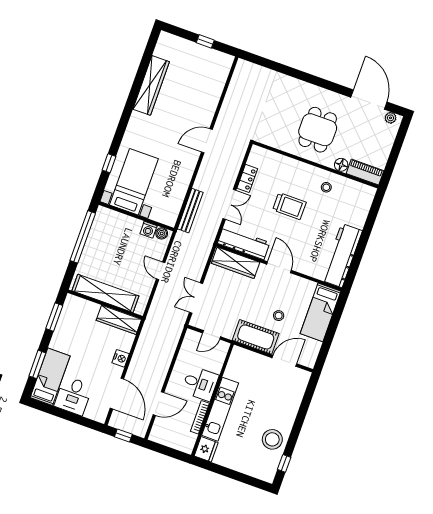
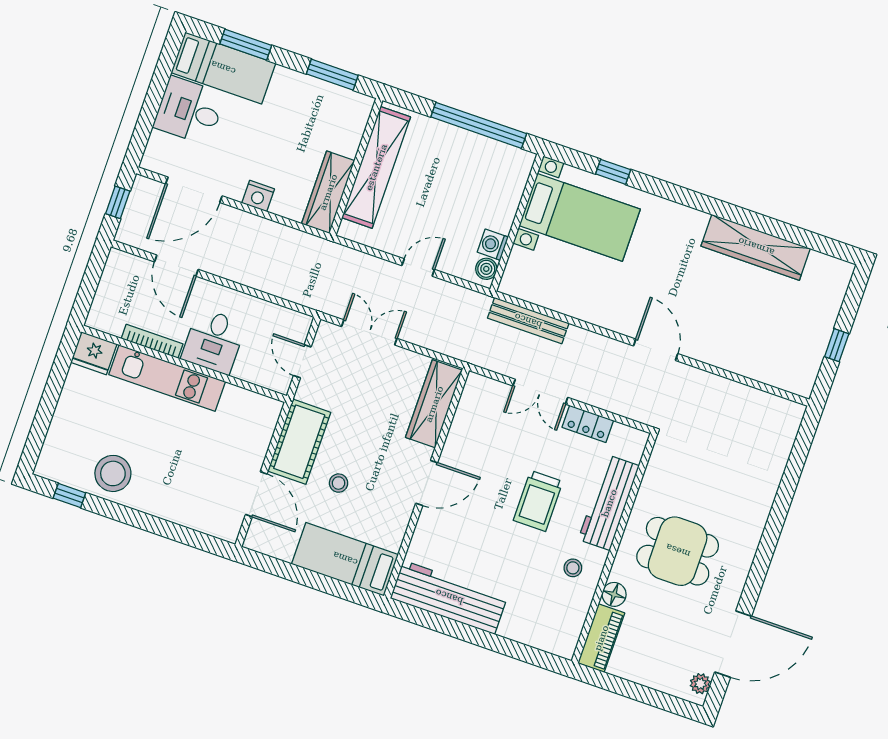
workbench: (244, 243) -> (609, 503), moved, turned 180

